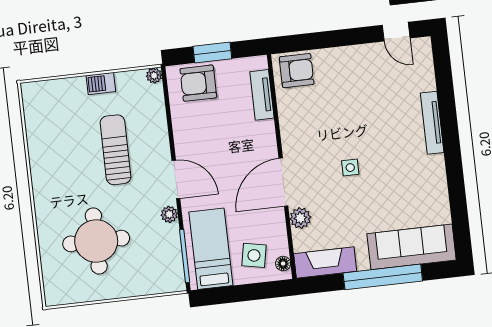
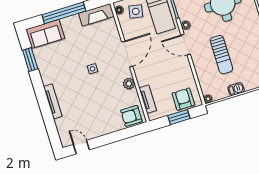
armchair: (198, 83) -> (183, 99), turned -90
window: (458, 205) -> (30, 60), added
plant: (300, 218) -> (129, 84), moved
sofa: (412, 247) -> (45, 34), width x0.73

